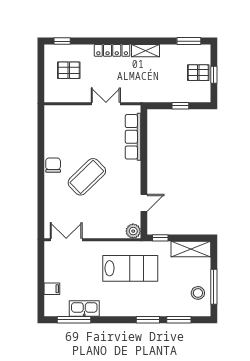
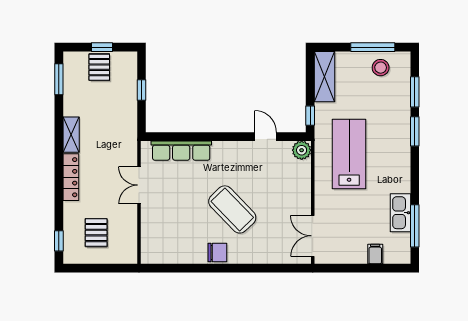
chair: (53, 165) -> (217, 253), turned 180

